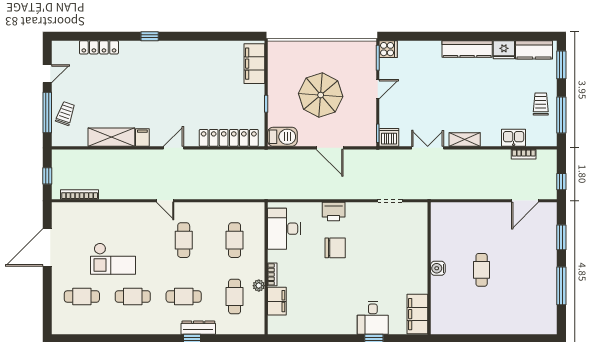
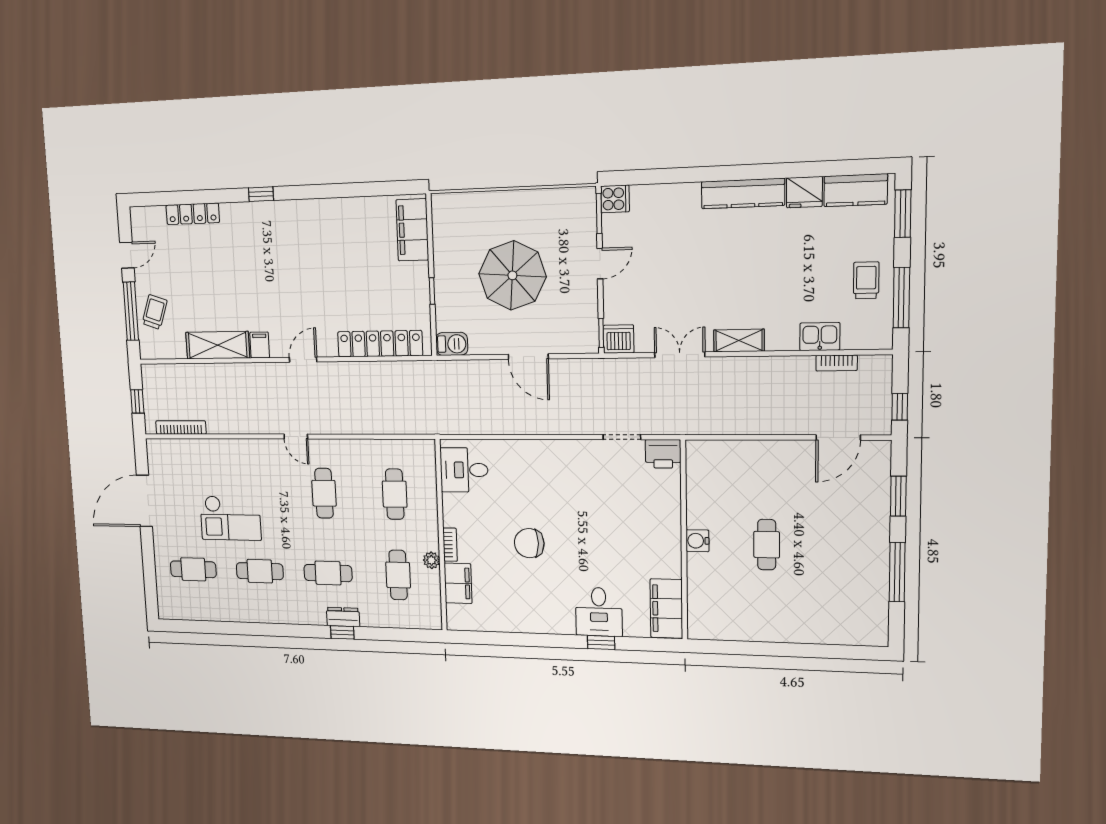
barbecue: (282, 137) -> (452, 344), width x0.73, depth x0.79
printer: (334, 212) -> (663, 454), moved
desk: (284, 229) -> (464, 470), width x0.73
chair: (335, 248) -> (529, 543), moved, turned 180
dresser: (198, 328) -> (343, 617), width x0.70

